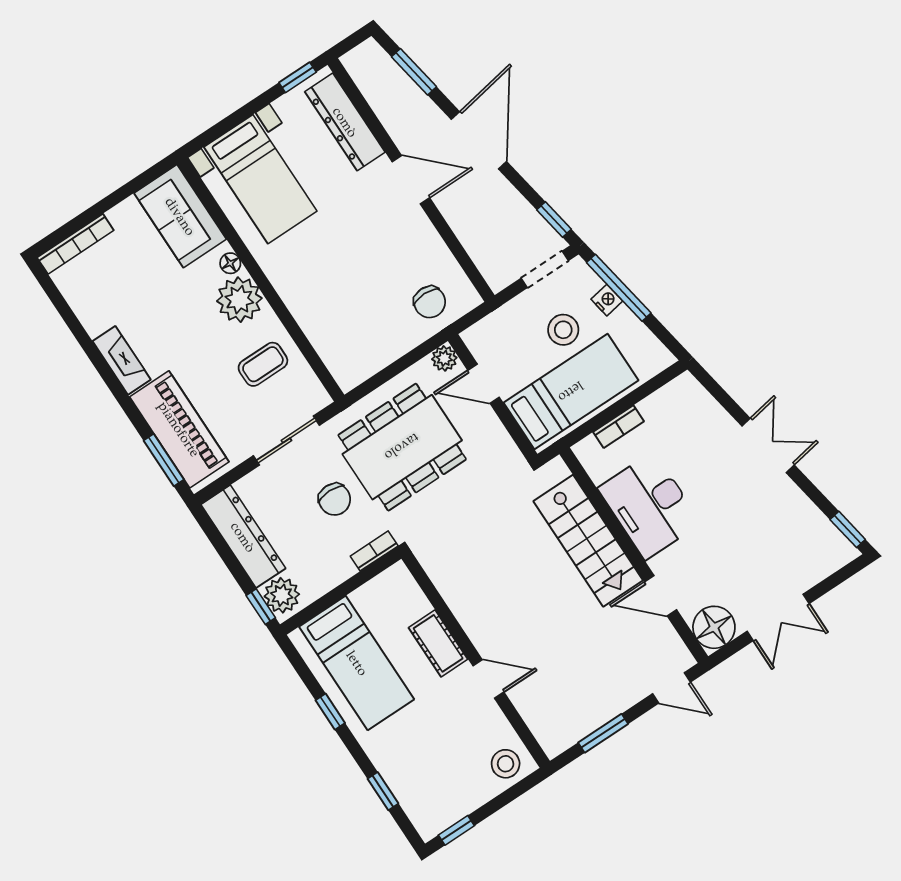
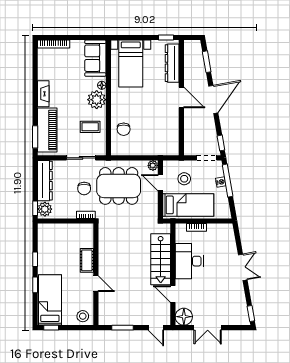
chair: (430, 302) -> (124, 129), moved
stool: (563, 330) -> (184, 179), moved
bed: (357, 663) -> (50, 300), moved, turned 180
window: (383, 791) -> (35, 285), moved

